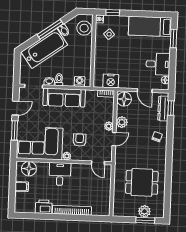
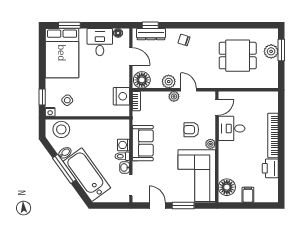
bed: (150, 26) -> (62, 53), width x1.50
washing machine: (80, 82) -> (124, 145), moved
door: (145, 90) -> (131, 56), hinge flipped
sofa: (64, 98) -> (143, 143), width x0.73
desk: (60, 174) -> (232, 128), moved
dining table: (142, 182) -> (238, 56), turned 90

